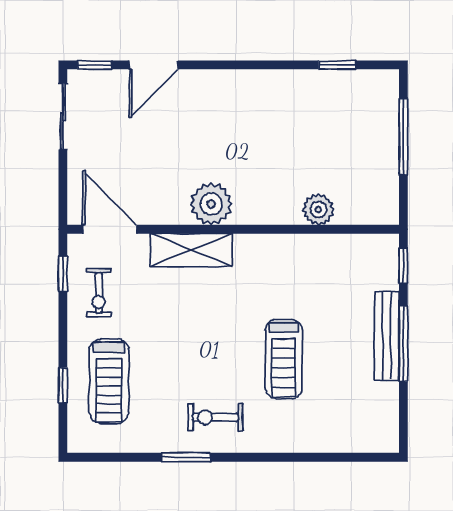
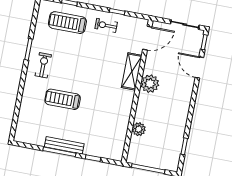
plant: (211, 204) -> (150, 84), moved
plant: (318, 209) -> (139, 129), moved
door: (110, 229) -> (147, 38), moved
wall: (233, 229) -> (137, 91), moved
shelving: (191, 250) -> (132, 71), moved

